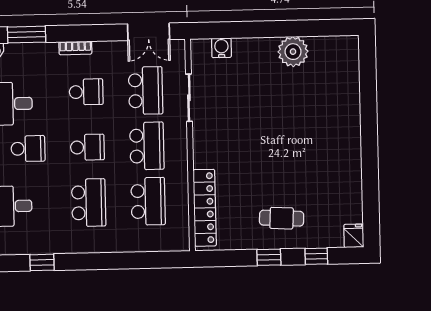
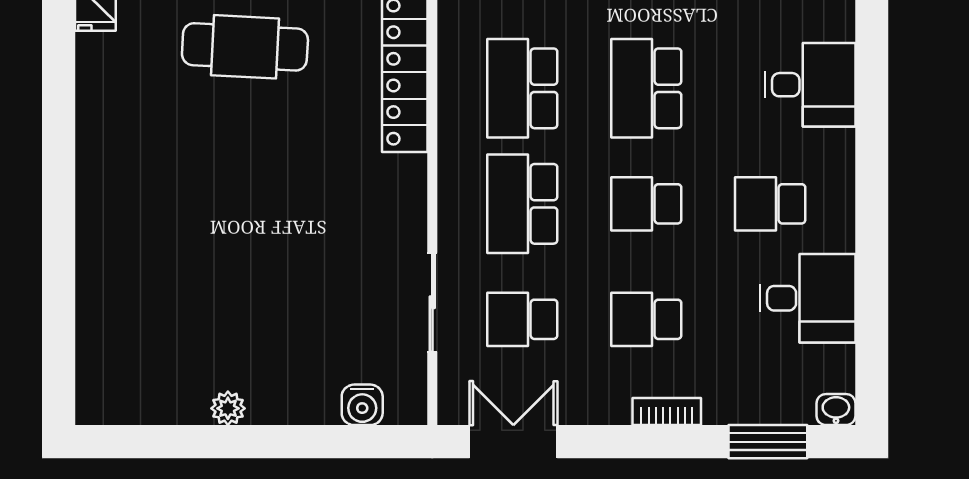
plant: (293, 52) -> (228, 408), width x0.53, depth x0.53
school desk: (146, 91) -> (522, 319), width x0.54
cafe table: (282, 218) -> (245, 47), width x1.37, depth x1.35

